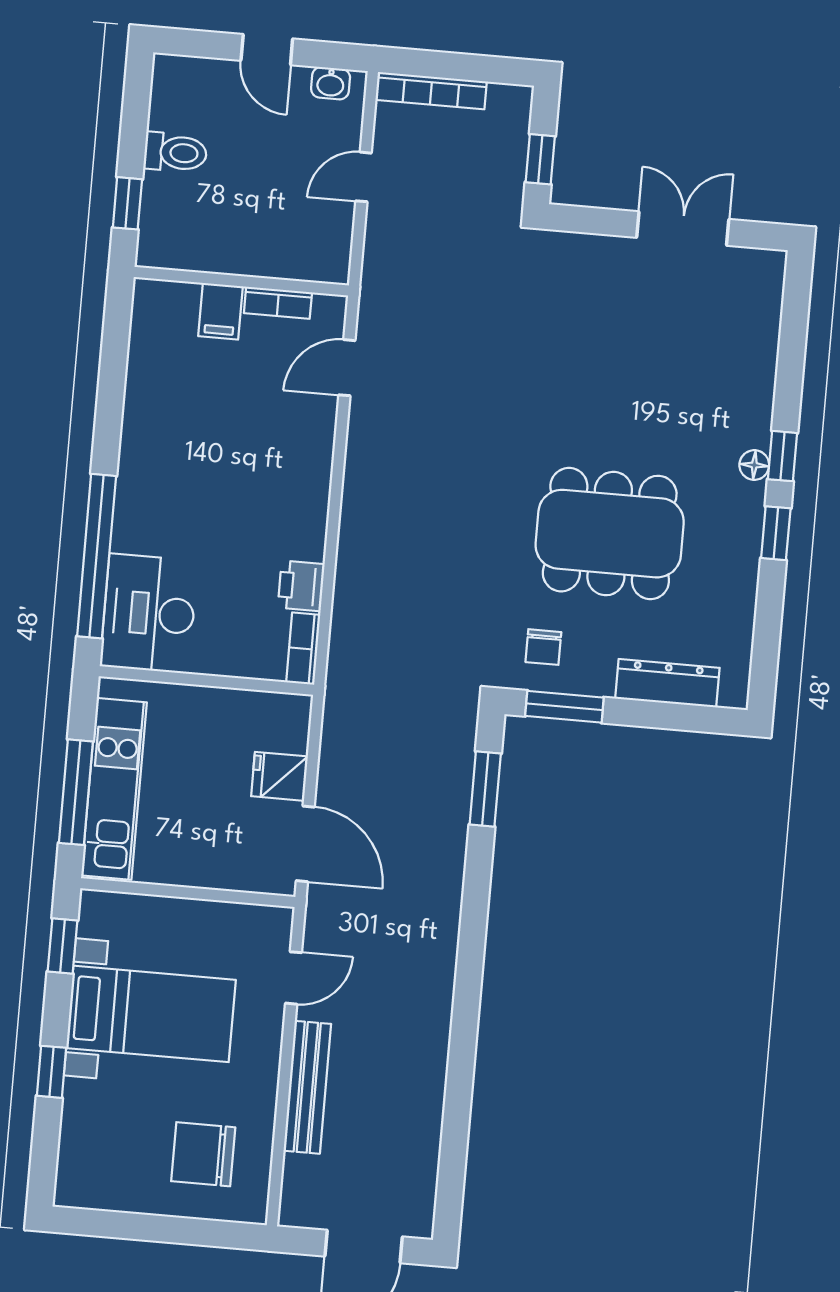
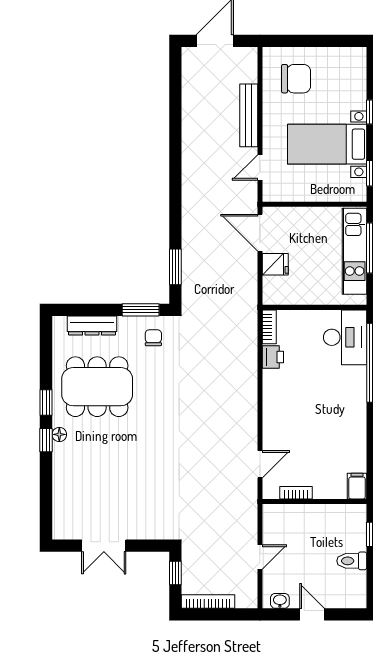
bookcase: (431, 91) -> (208, 602), moved
filing cabinet: (220, 311) -> (357, 486), moved
dining table: (610, 534) -> (97, 387), moved

